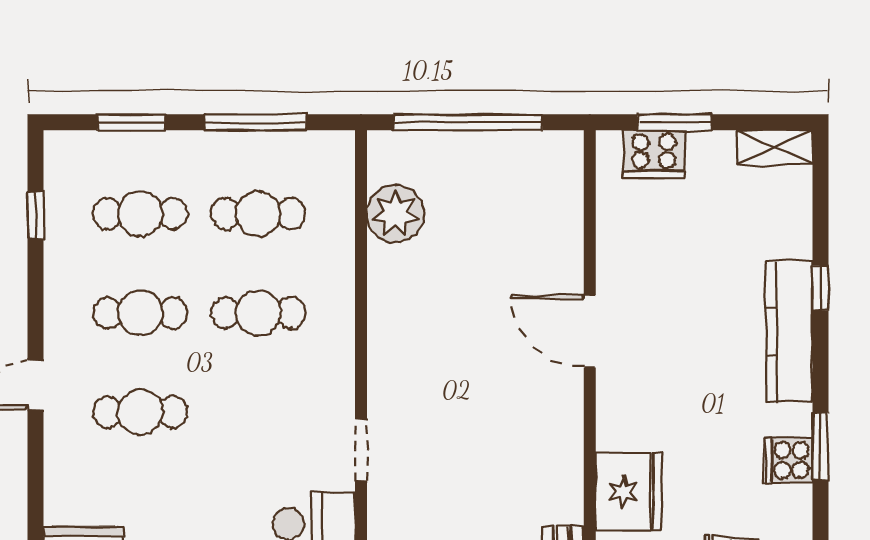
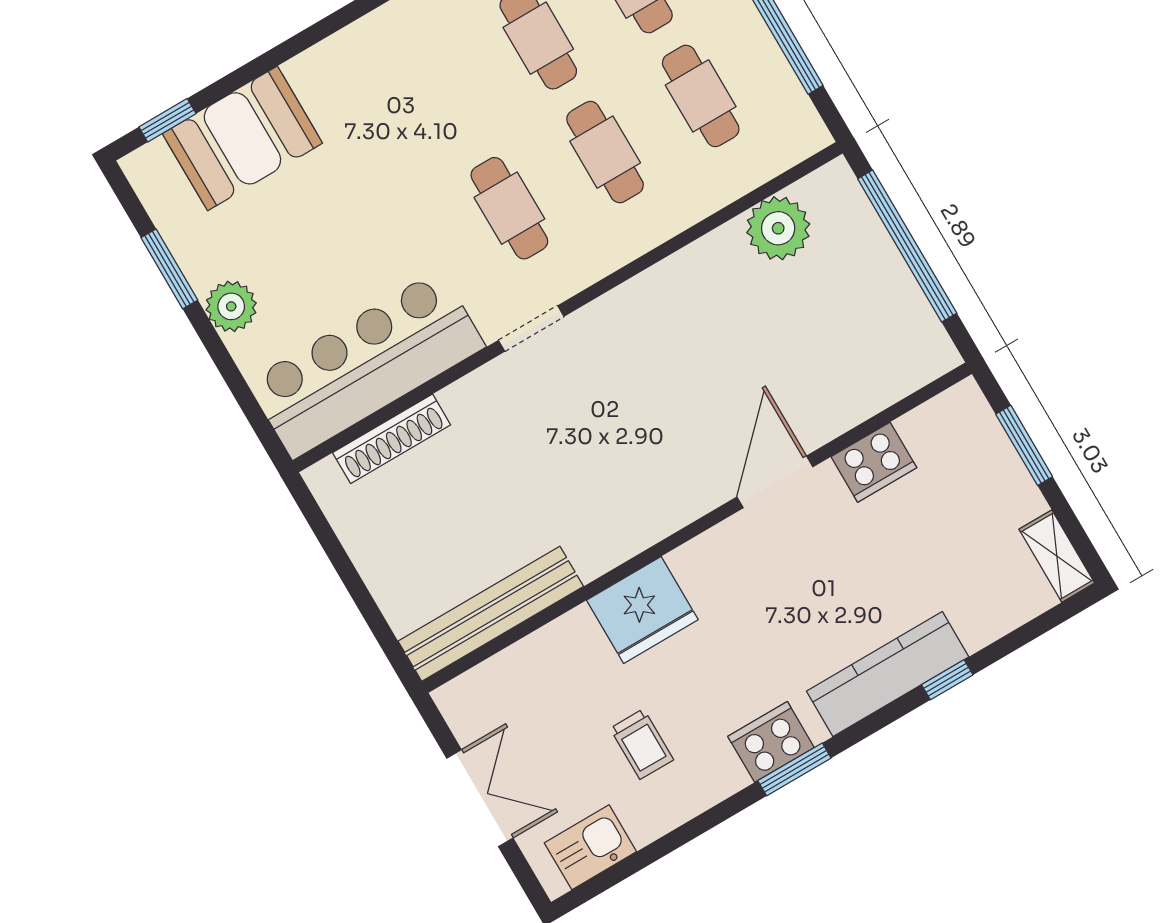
cooker: (654, 154) -> (874, 462), moved, turned -90
cafe table: (140, 412) -> (509, 208), moved
cooker: (789, 460) -> (771, 742), width x1.36

